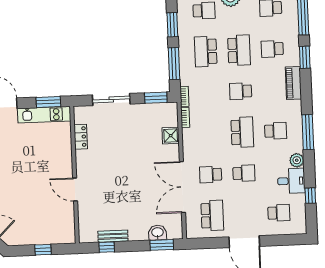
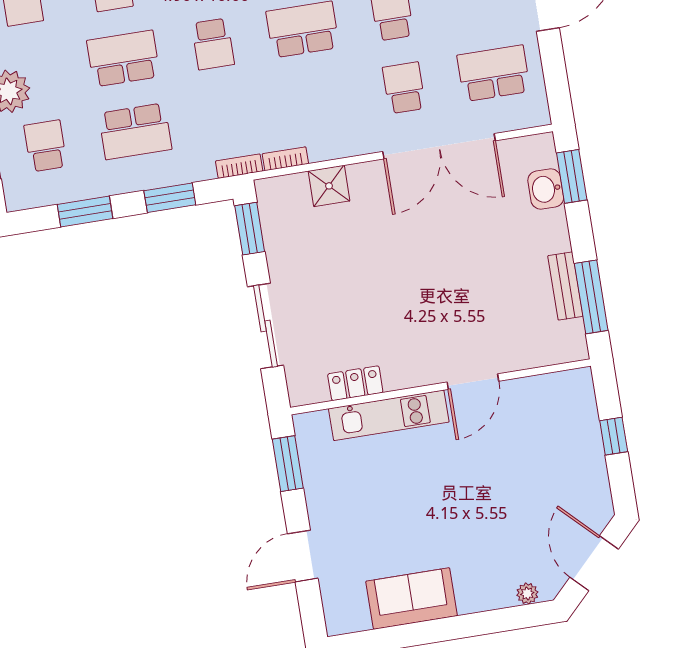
window: (174, 64) -> (170, 198), width x0.69
kitchen unit: (44, 115) -> (389, 415), moved, turned 90
school desk: (211, 175) -> (404, 88), turned 180
window: (107, 247) -> (591, 297), width x2.17

